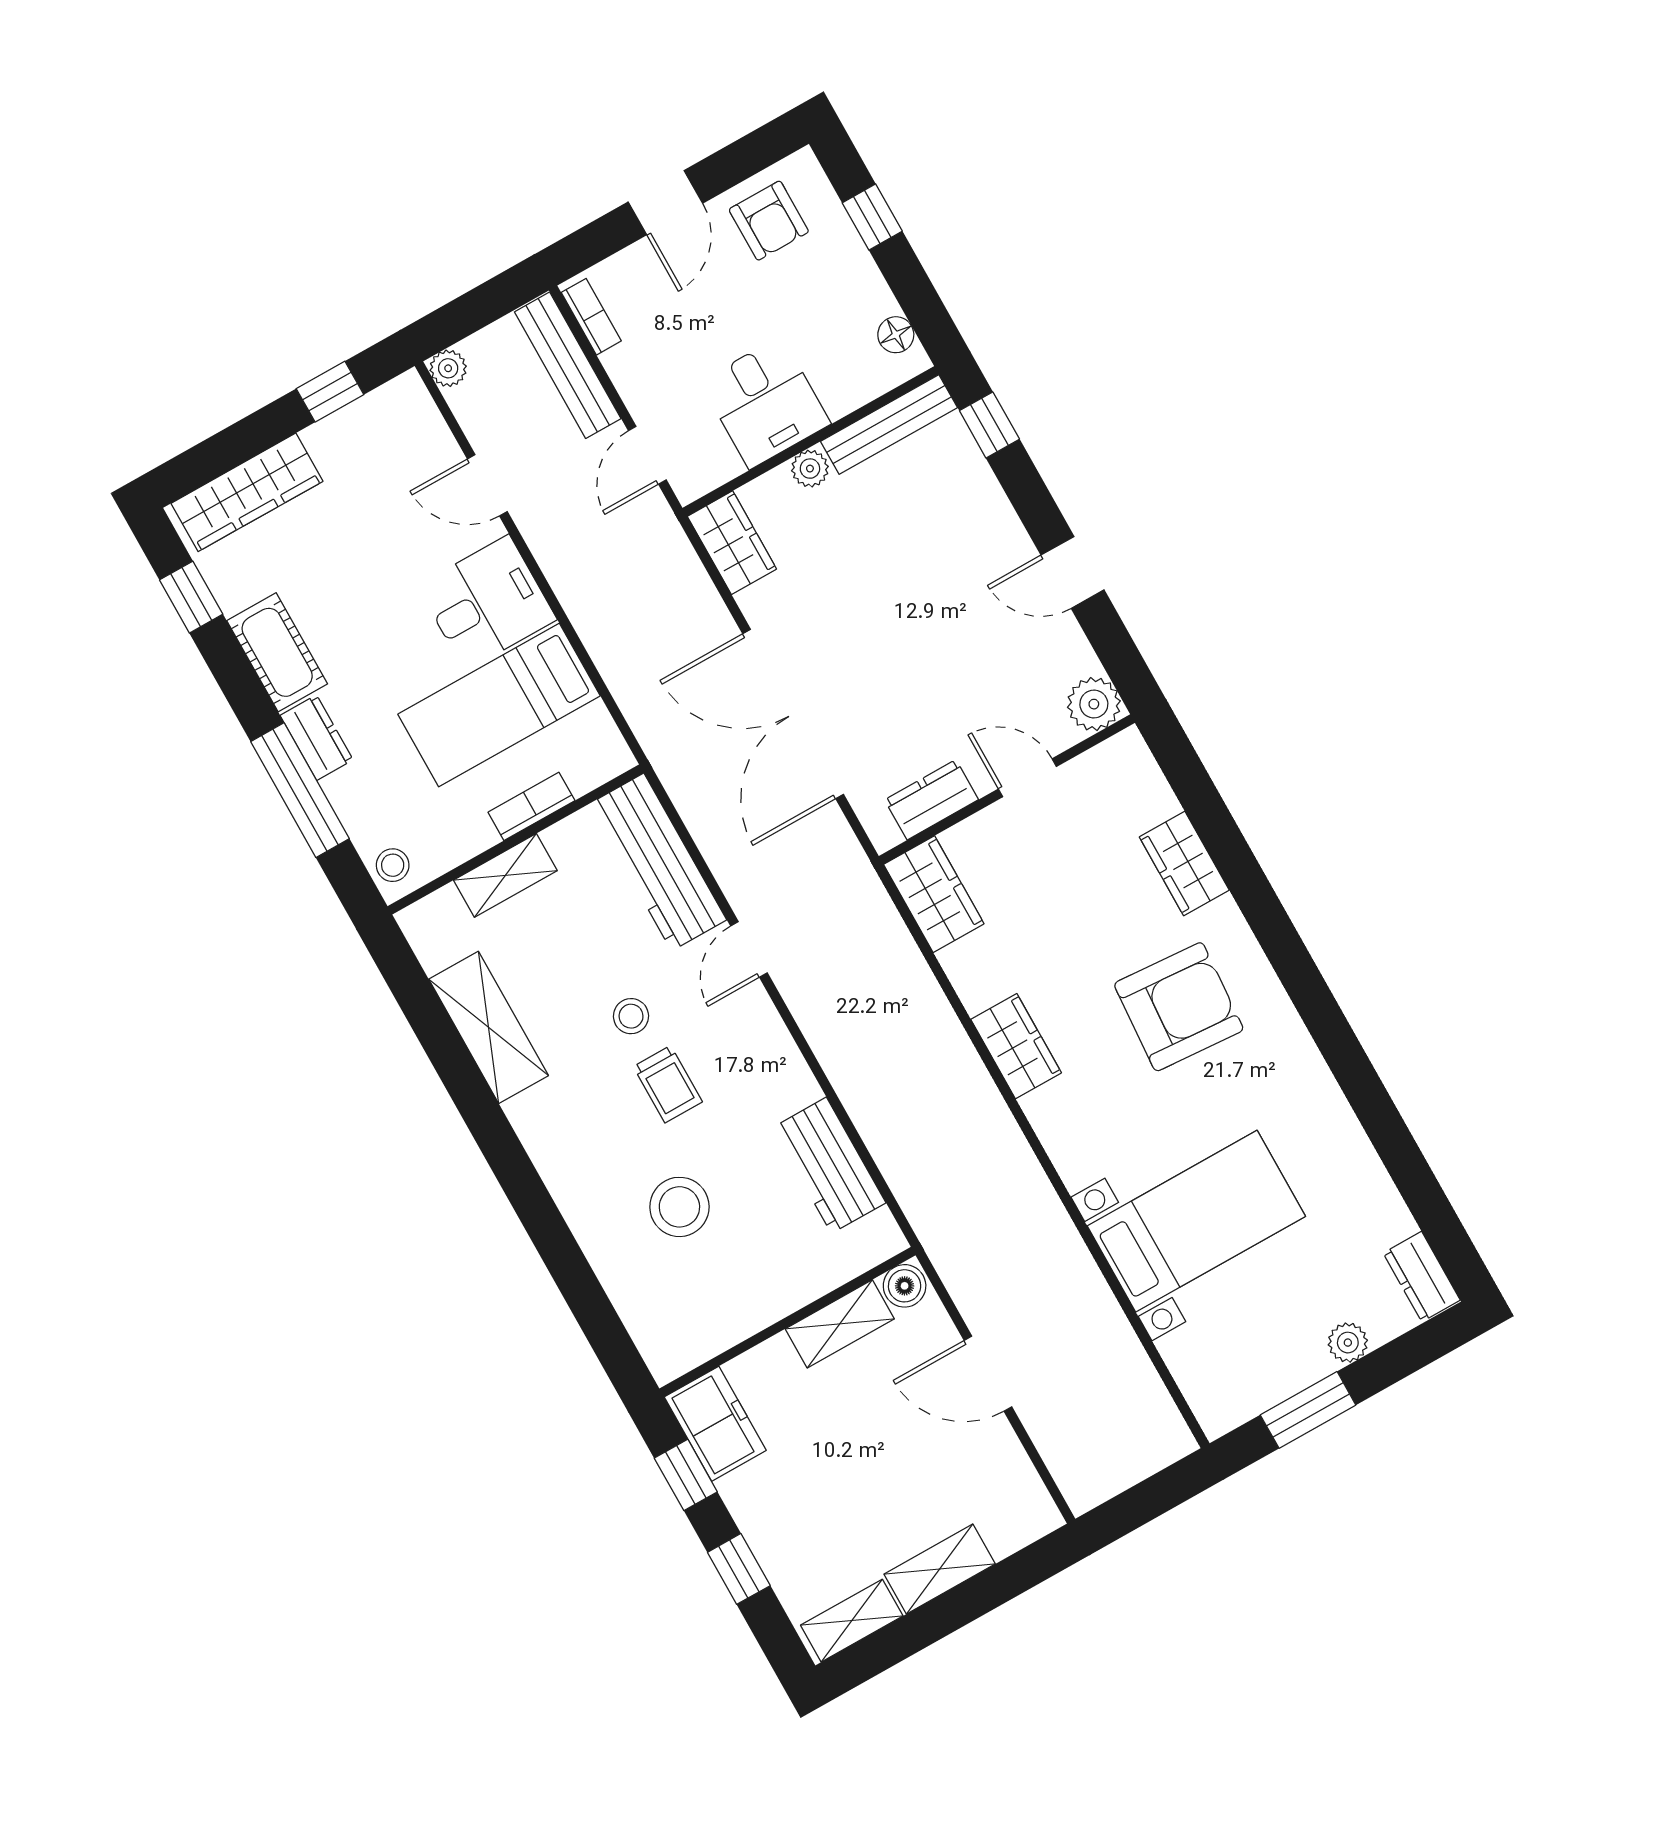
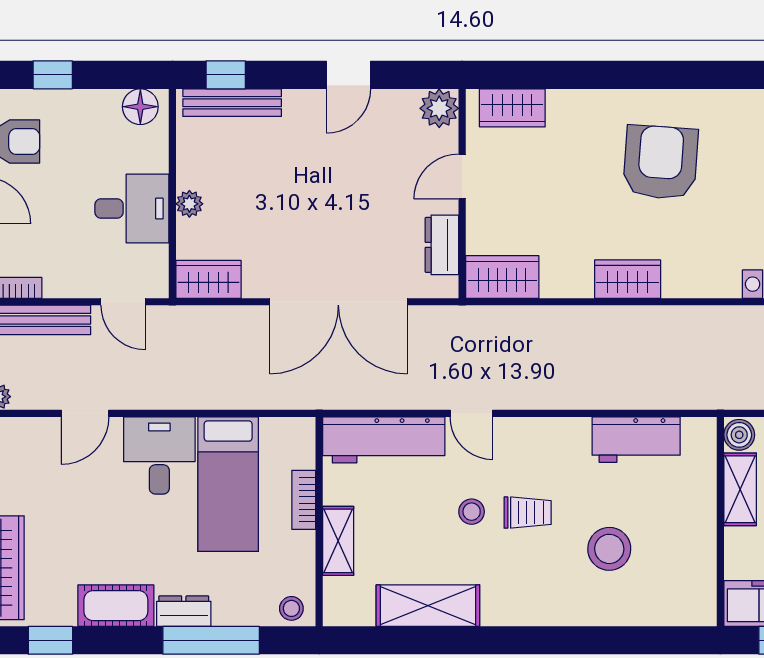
floor lamp: (896, 335) -> (140, 107), width x1.37, depth x1.37
bench: (889, 425) -> (232, 103), moved, turned 90
wardrobe: (1184, 863) -> (512, 108), moved

